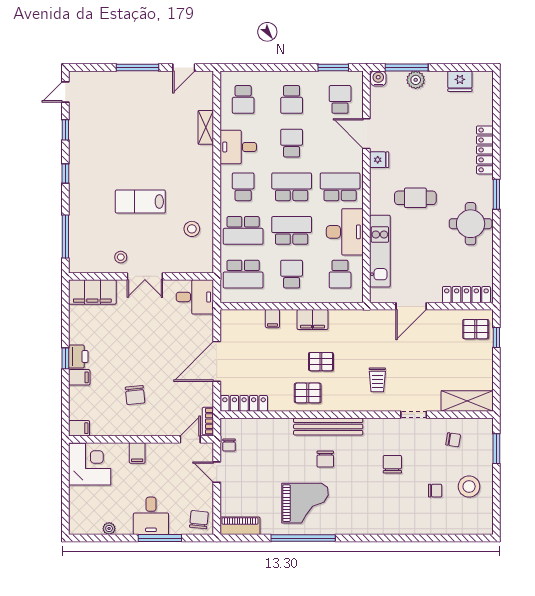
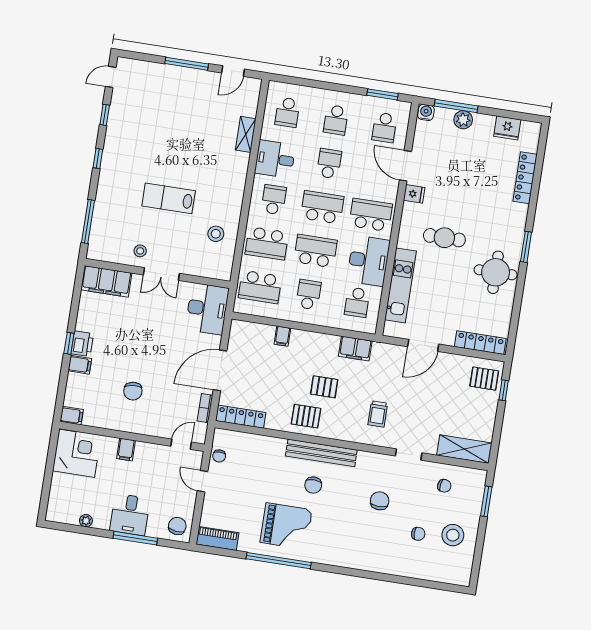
school desk: (340, 99) -> (384, 127), turned 180
locker: (485, 150) -> (525, 178), moved
desk: (195, 297) -> (207, 309), width x1.37
filing cabinet: (312, 320) -> (355, 349), moved
bookcase: (208, 421) -> (205, 408), moved

